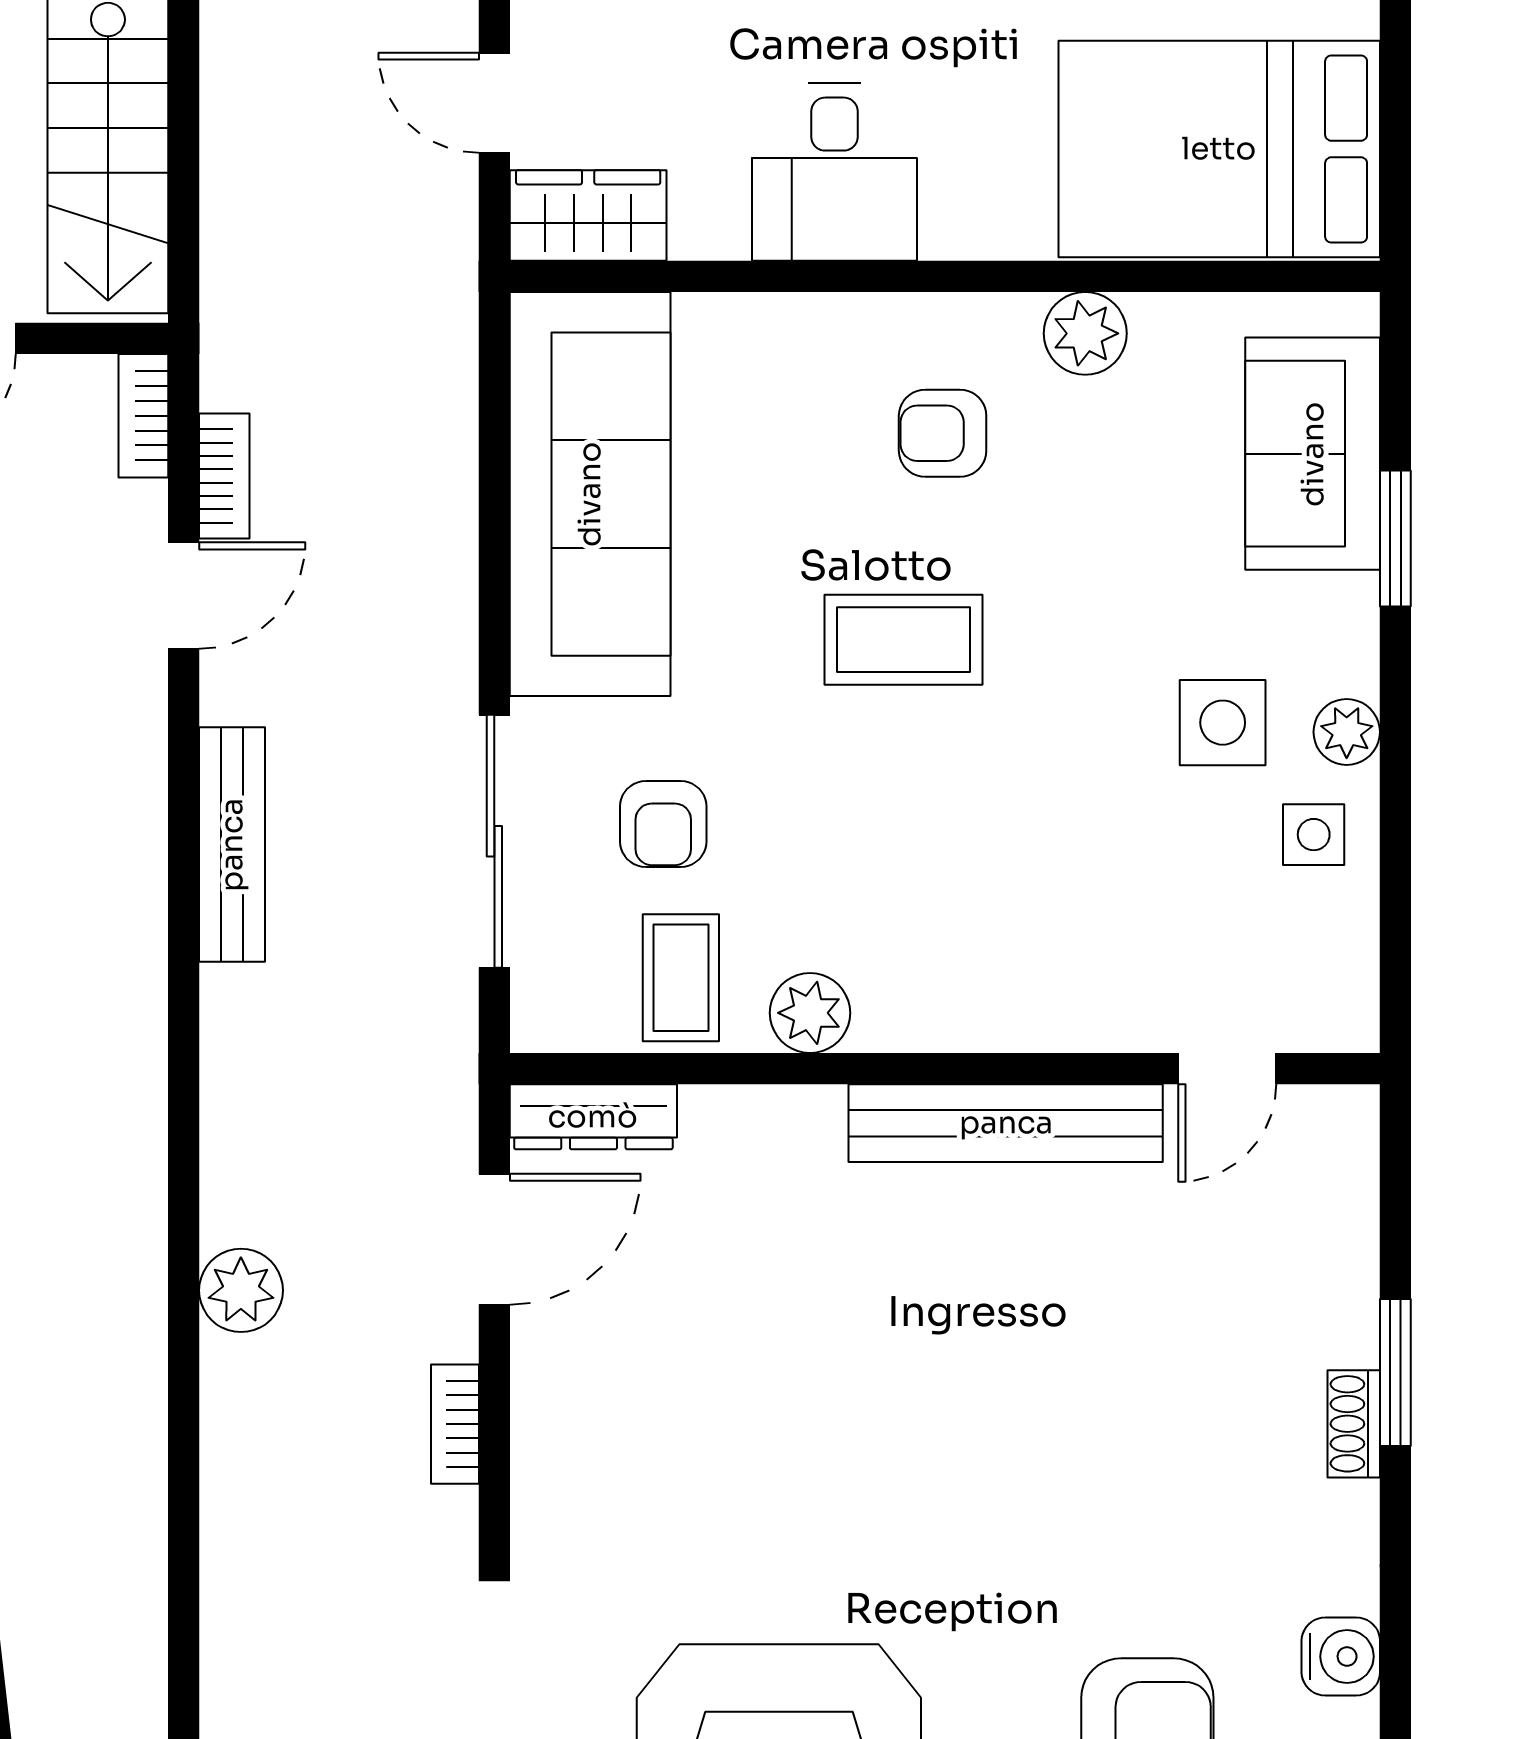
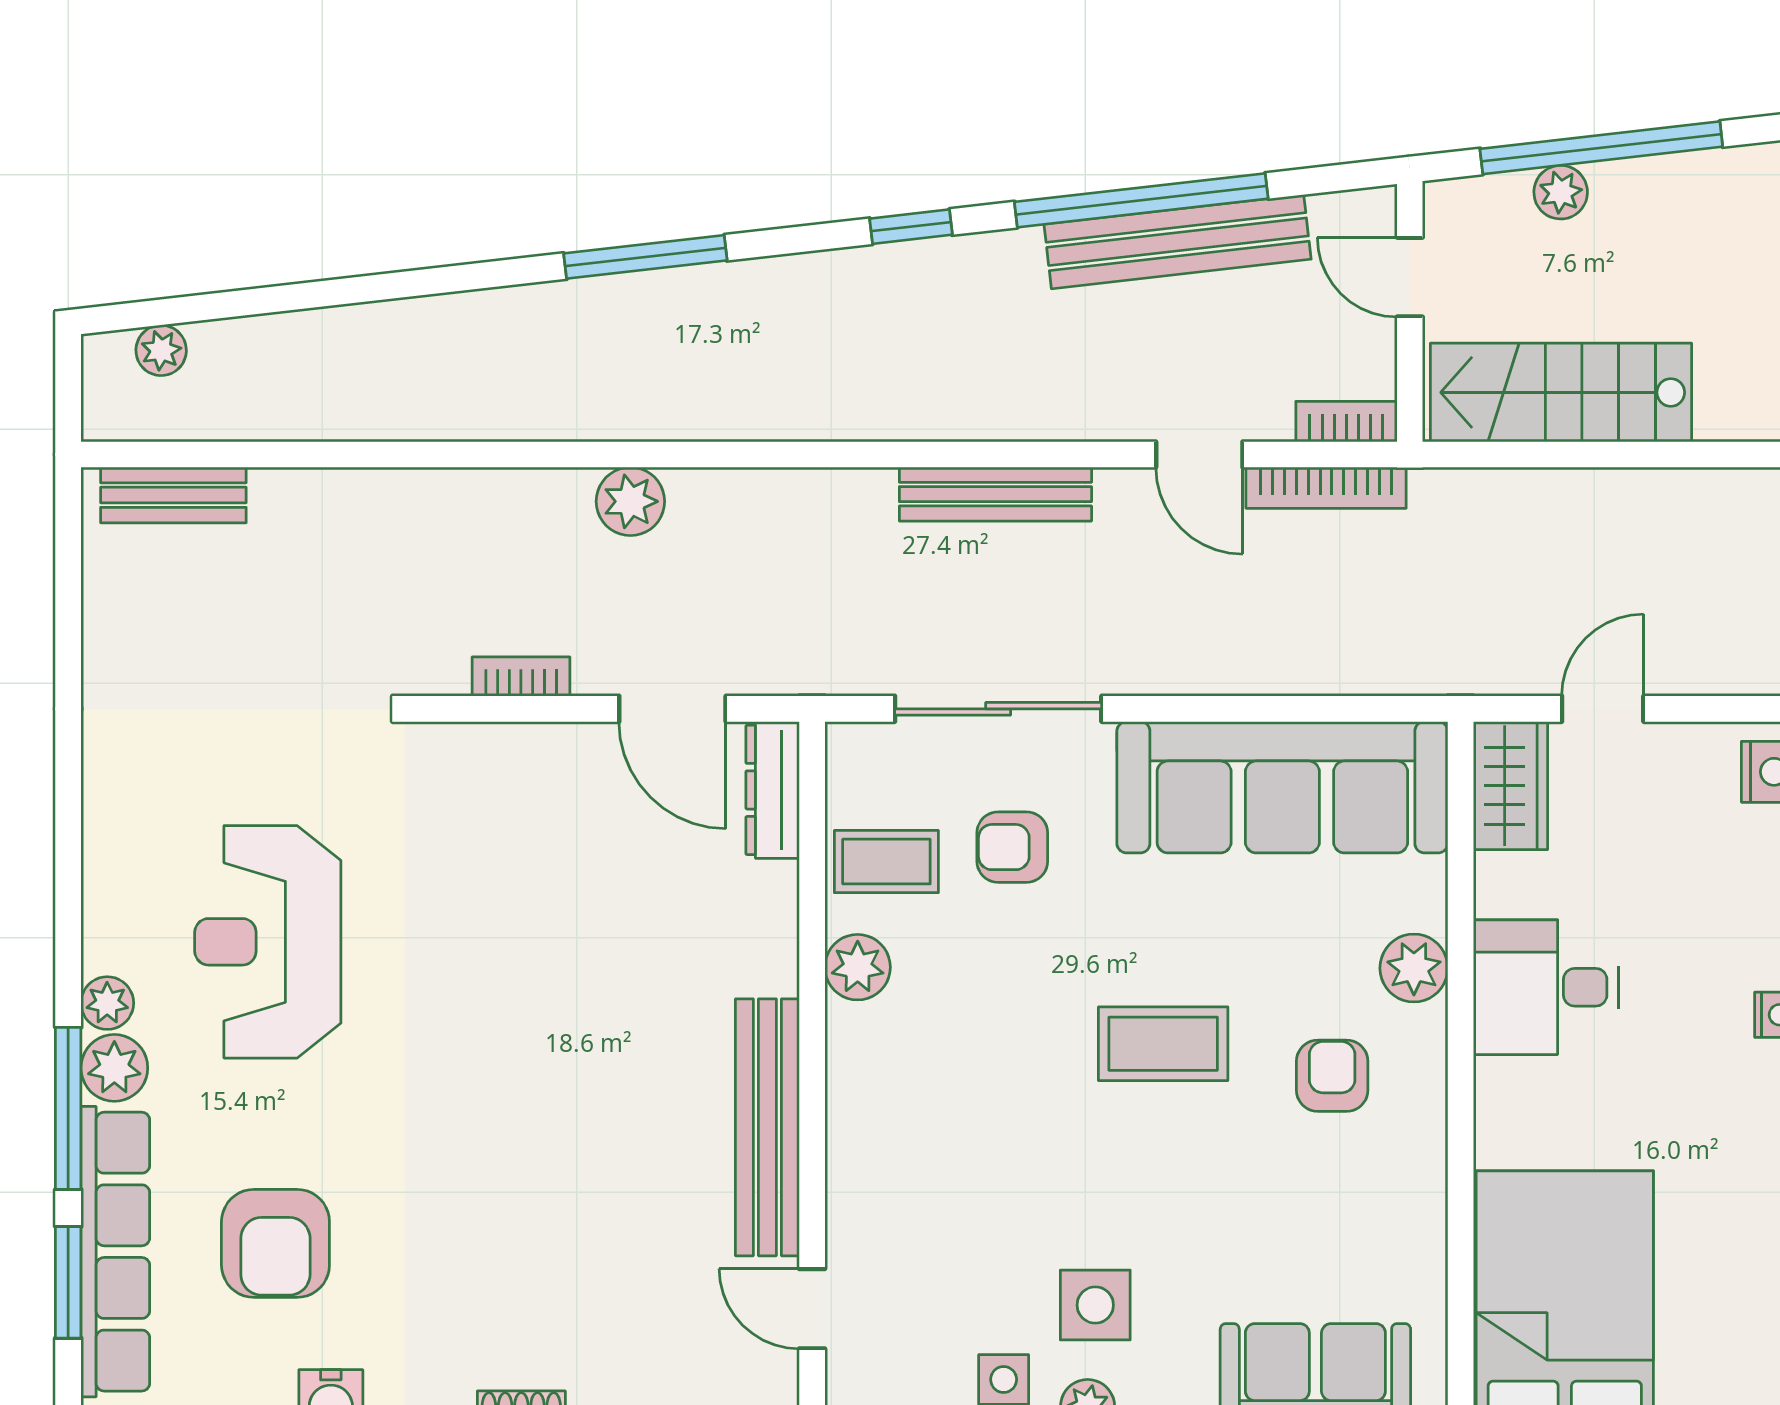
plant: (1085, 333) -> (1414, 968), moved
bookcase: (224, 476) -> (1326, 488), width x1.56
coffee table: (903, 640) -> (1163, 1044), turned 90

